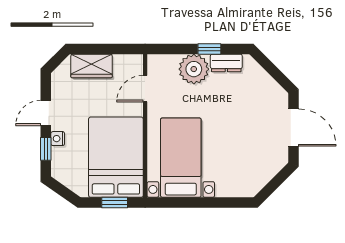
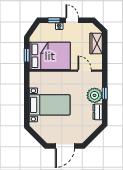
window: (209, 49) -> (105, 93), moved
bed with nightstands: (181, 158) -> (50, 105), moved

